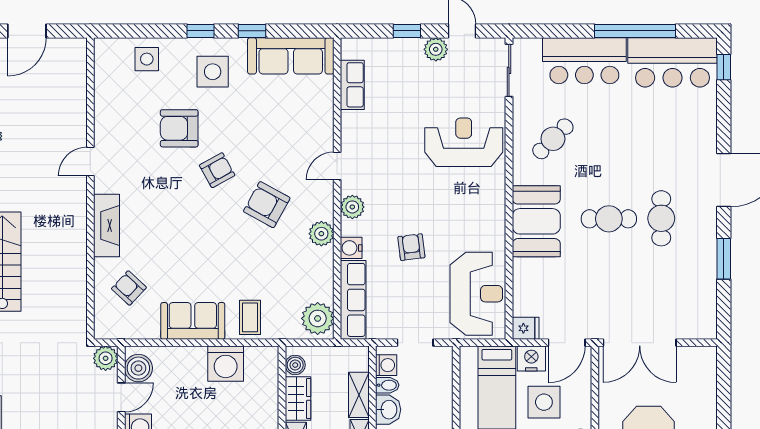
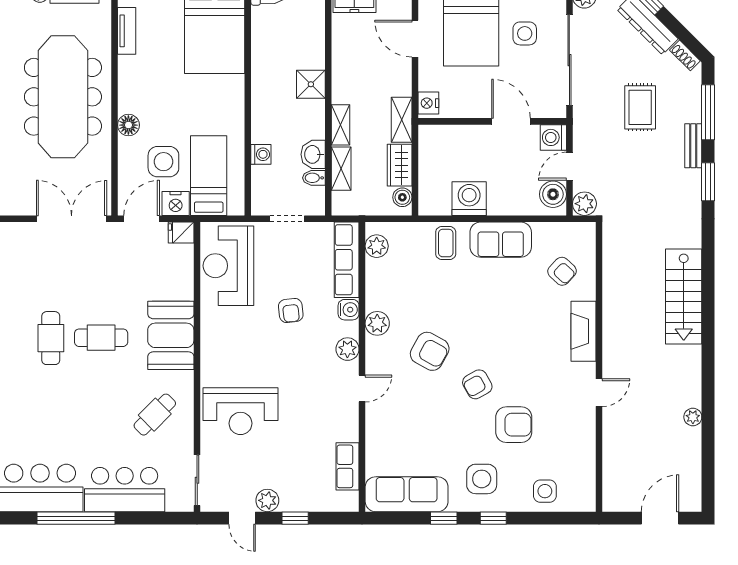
plant: (318, 318) -> (377, 246), width x0.73, depth x0.73
washing machine: (386, 365) -> (261, 154), moved, turned 180

